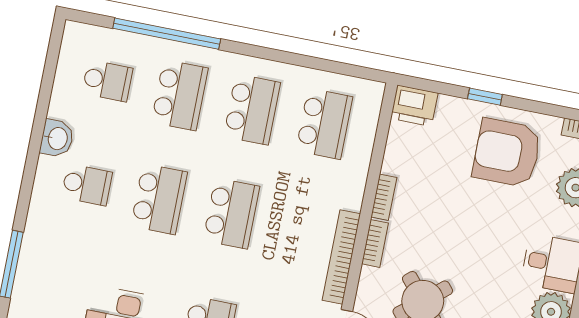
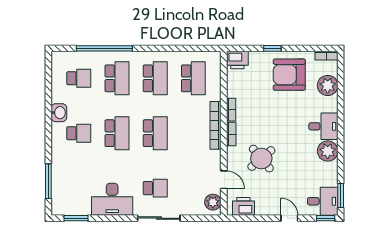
bookcase: (341, 257) -> (216, 125), moved

